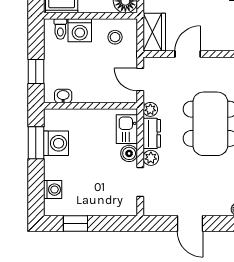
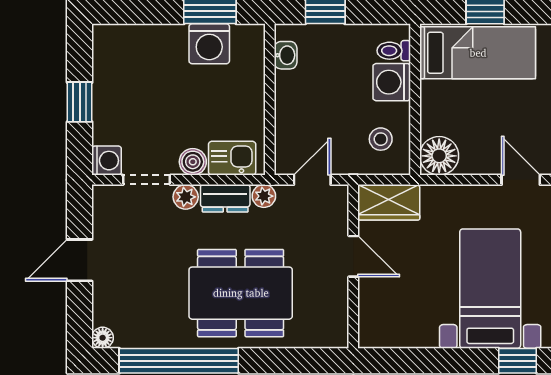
washing machine: (53, 190) -> (107, 161), moved, turned -90
window: (76, 223) -> (80, 102), moved

